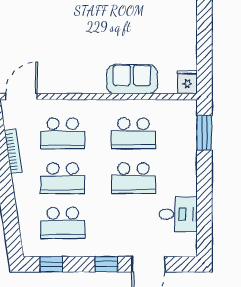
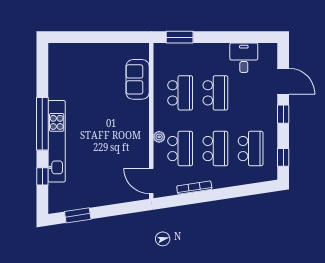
sofa: (132, 79) -> (138, 79), moved
fridge: (187, 82) -> (140, 51), removed
plant: (77, 107) -> (159, 137), added

